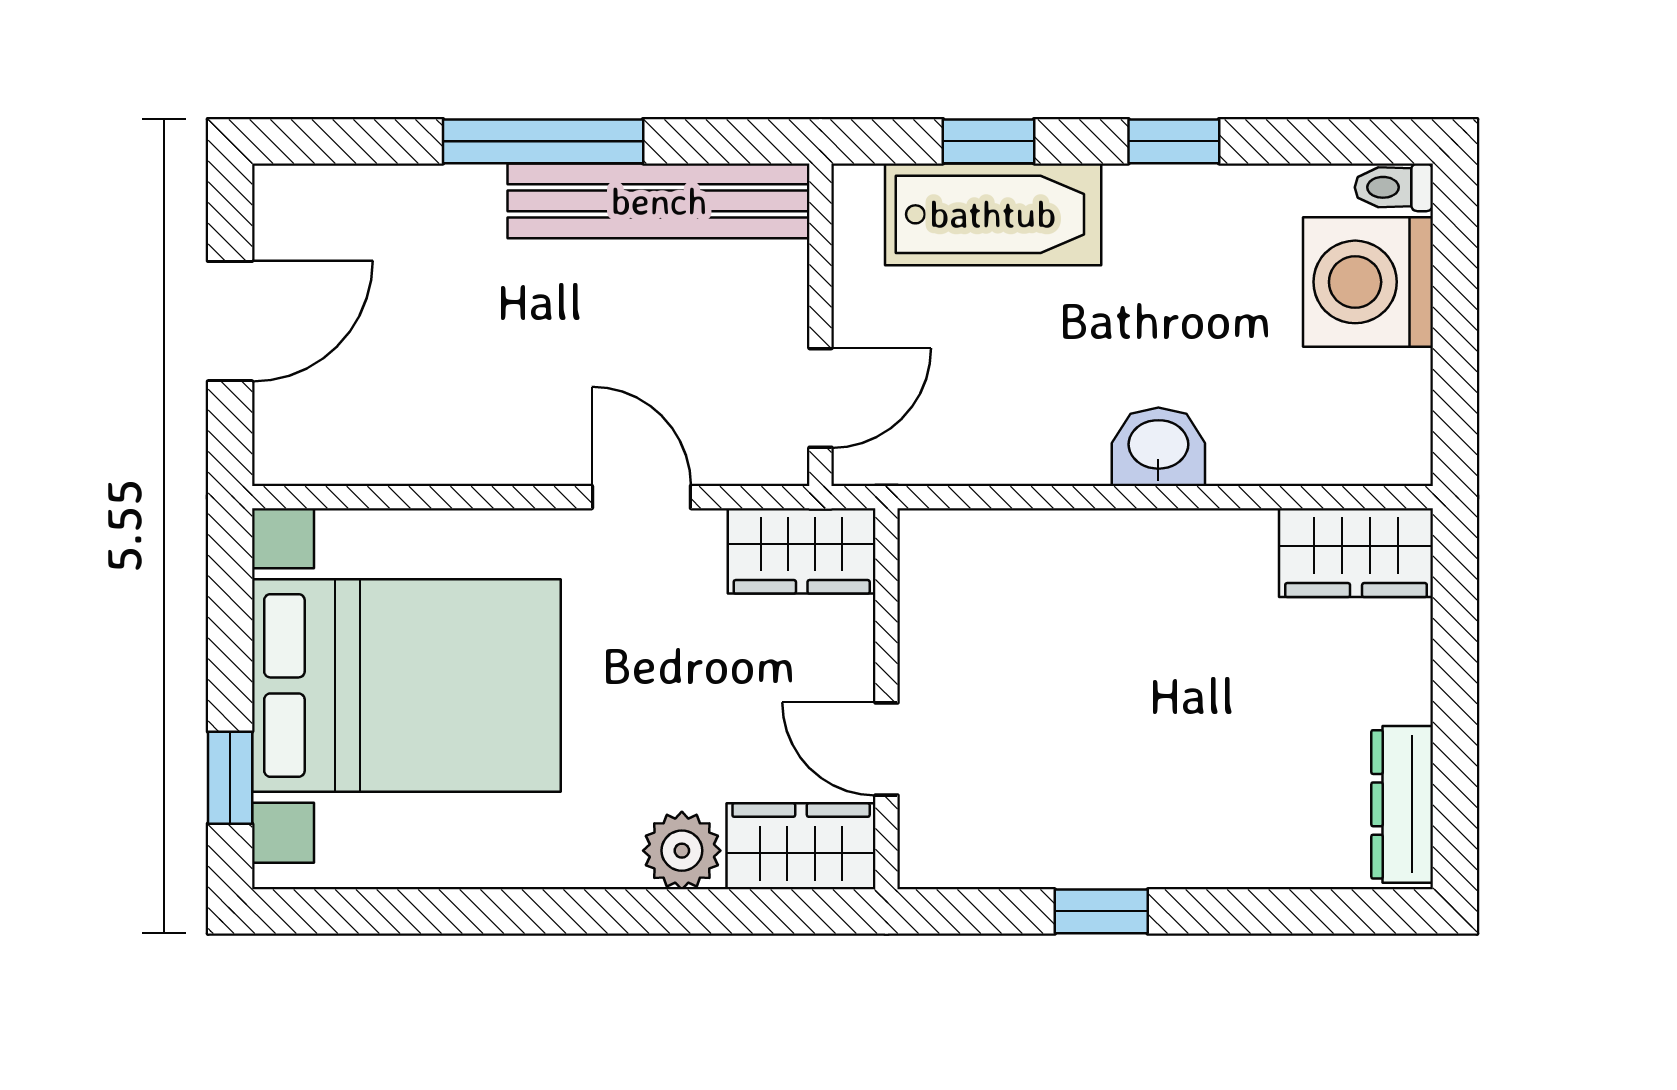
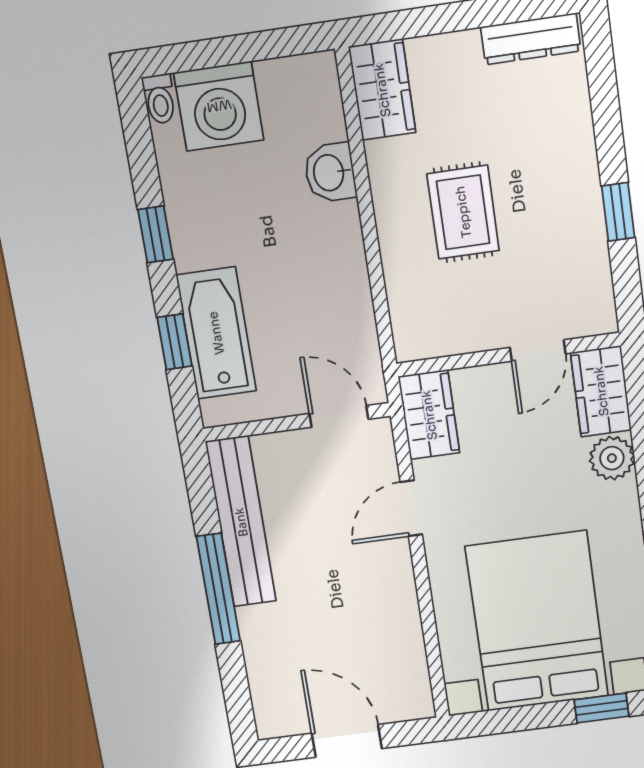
washbasin: (1158, 447) -> (330, 173), moved
rug: (1137, 656) -> (463, 212), added

